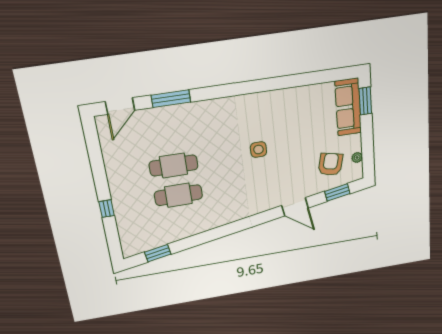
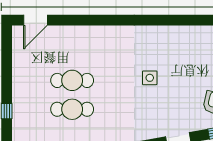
window: (171, 99) -> (79, 20), removed

